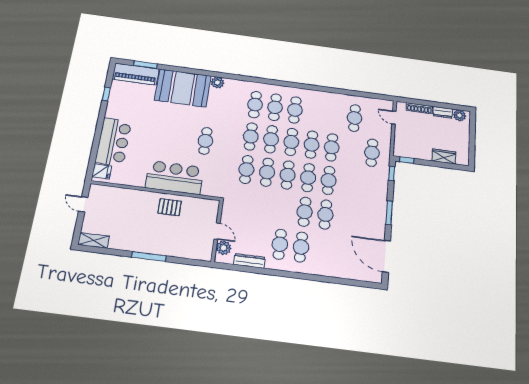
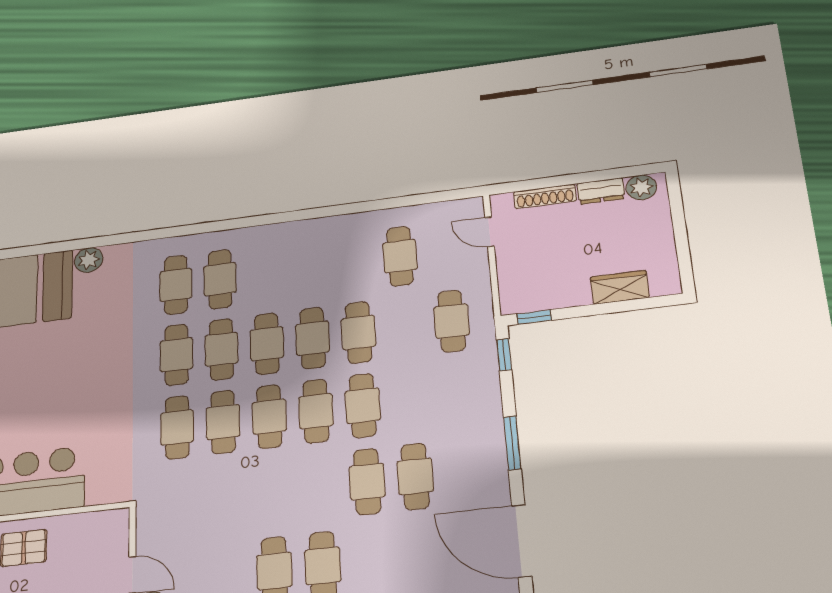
cafe table: (295, 110) -> (265, 273), removed
cafe table: (205, 141) -> (80, 389), removed
cafe table: (305, 212) -> (415, 476), moved

